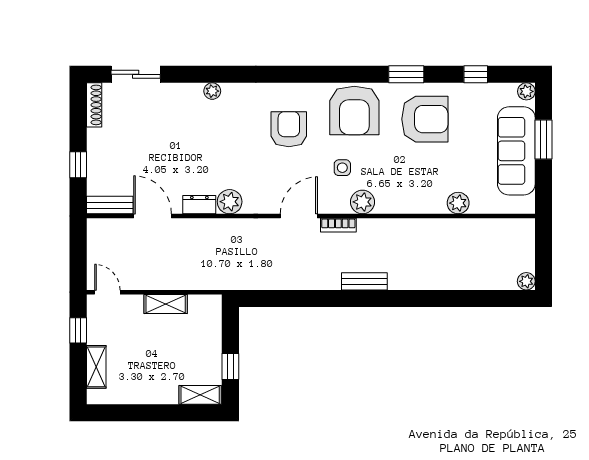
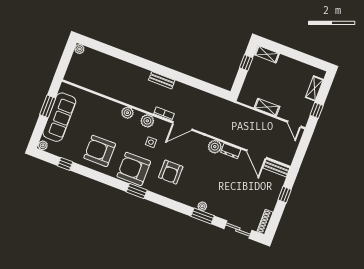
window: (205, 74) -> (203, 216), added
window: (406, 74) -> (137, 191), moved
armchair: (354, 110) -> (134, 169), turned -90
window: (544, 139) -> (48, 106), moved
plant: (458, 203) -> (127, 113), moved

